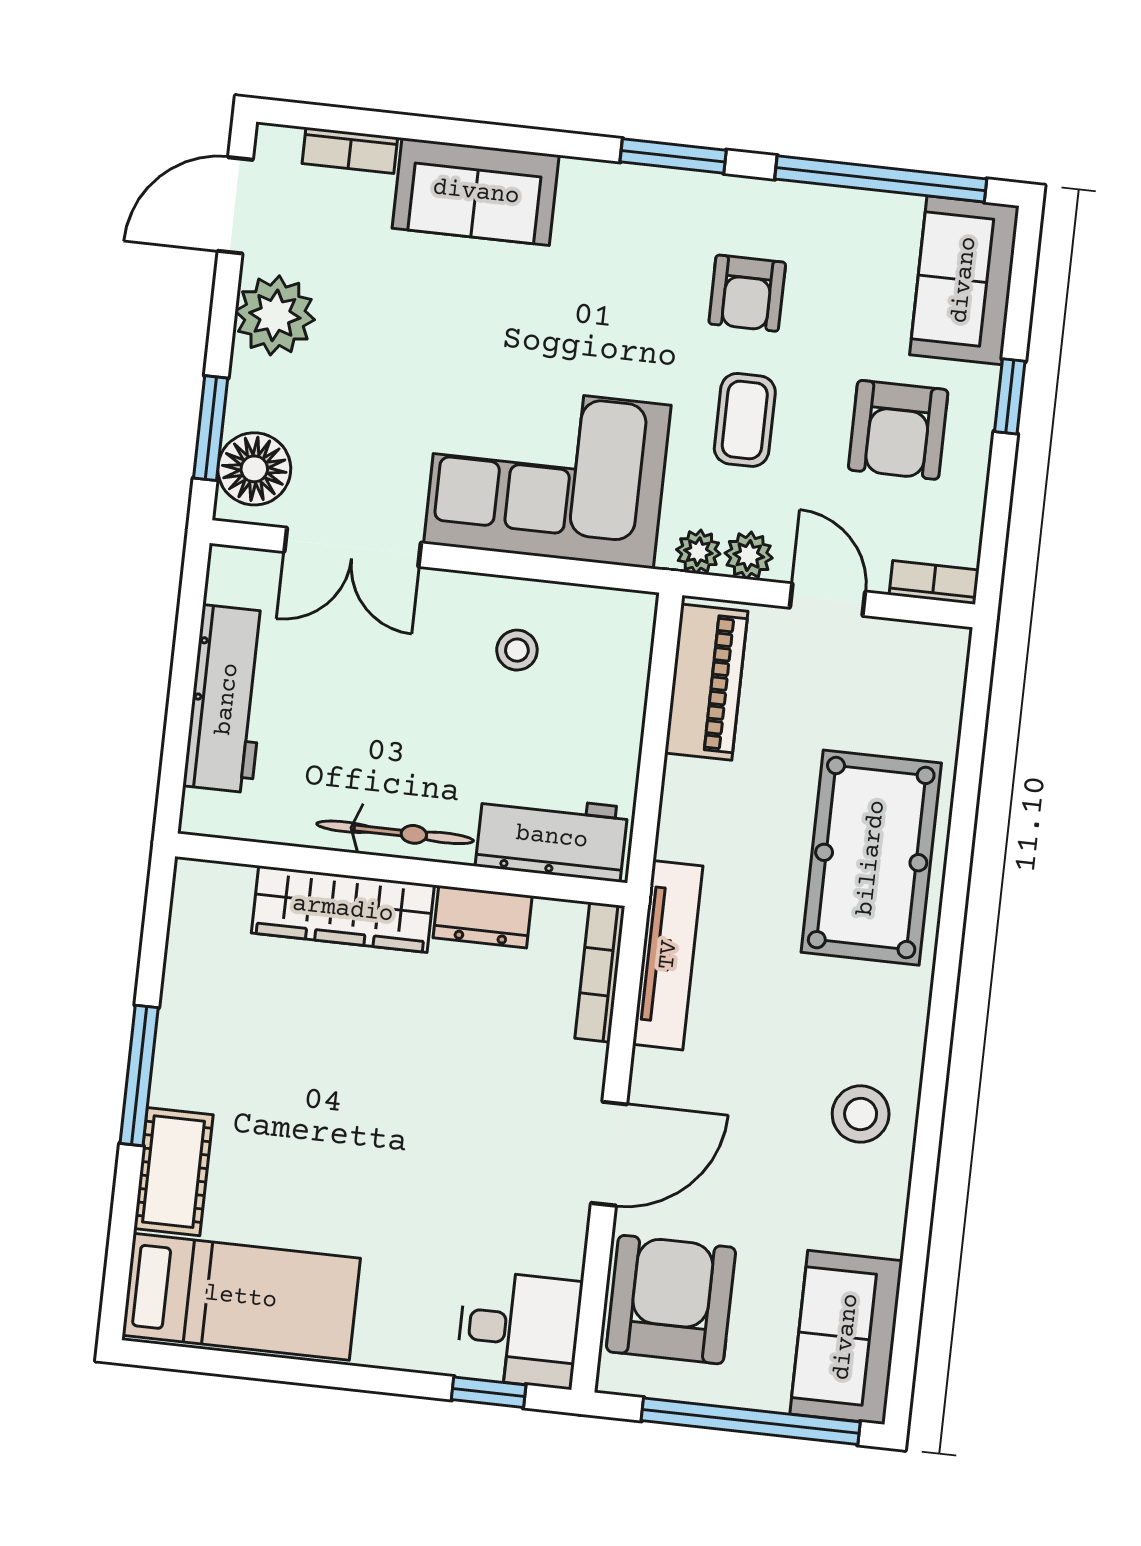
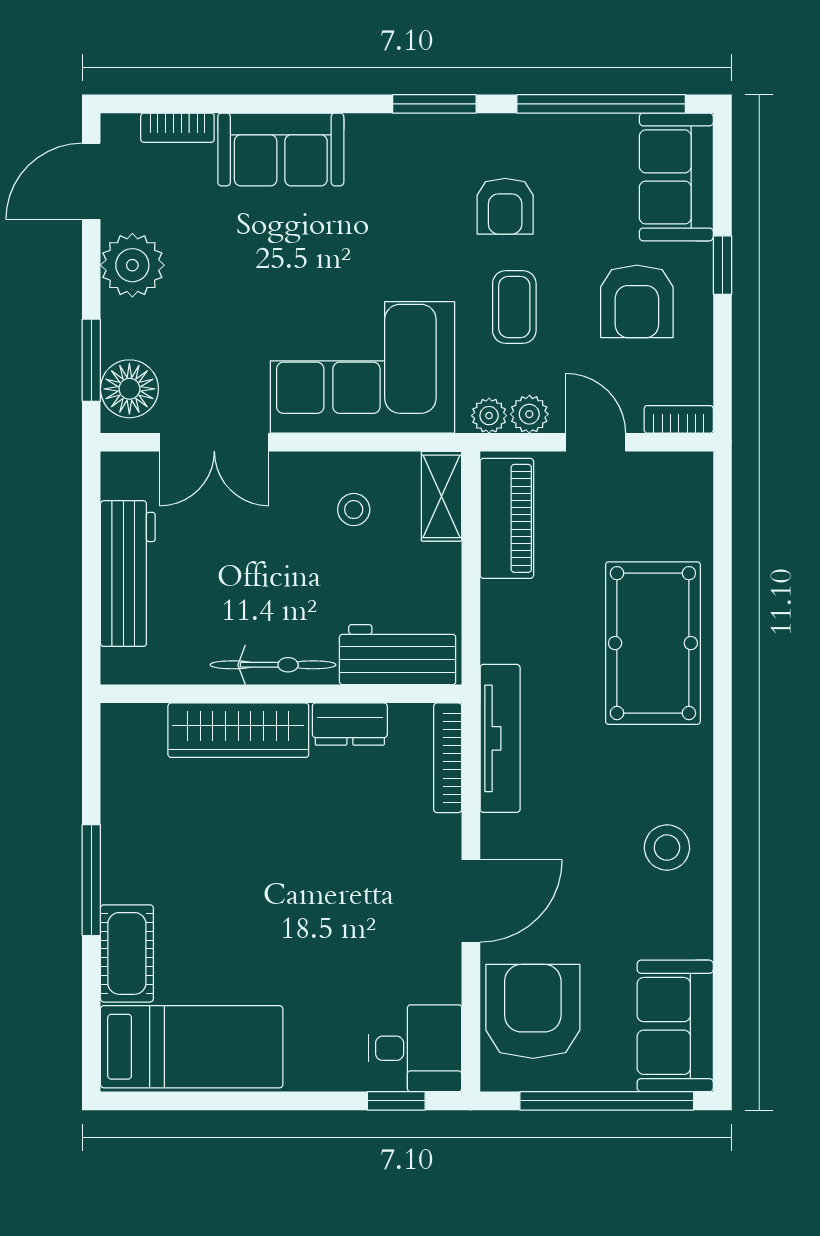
shelving: (628, 646) -> (442, 496), added

